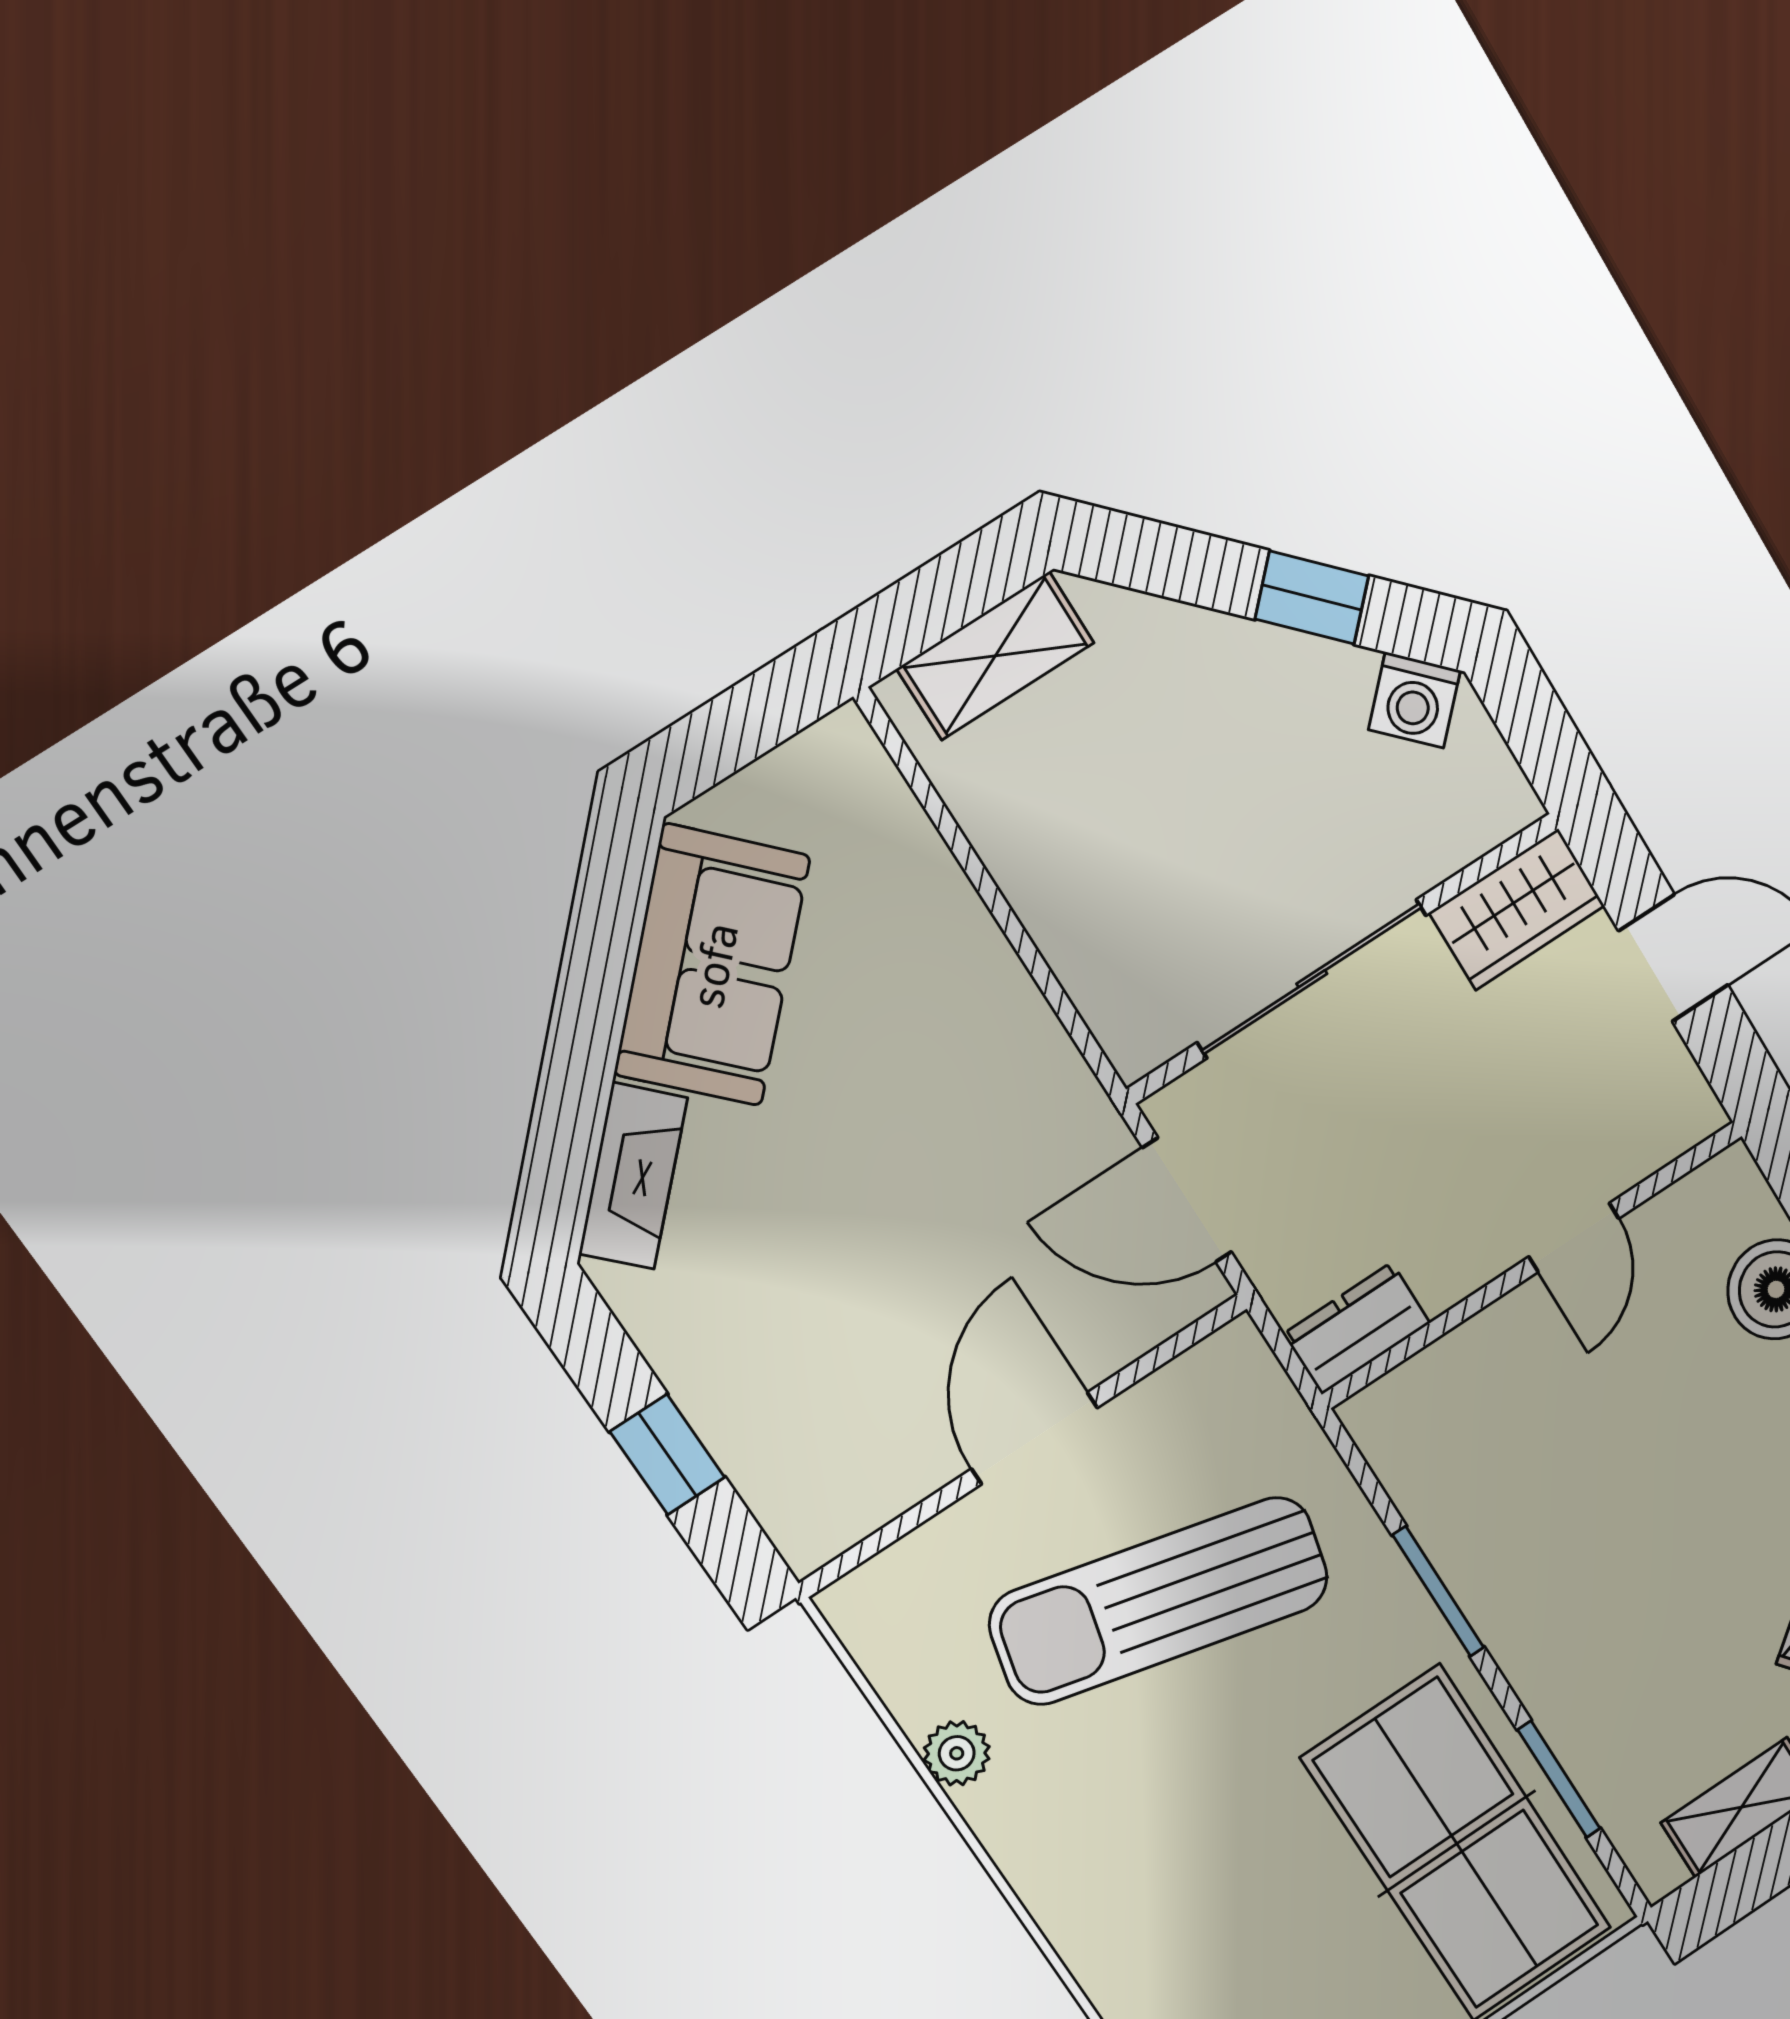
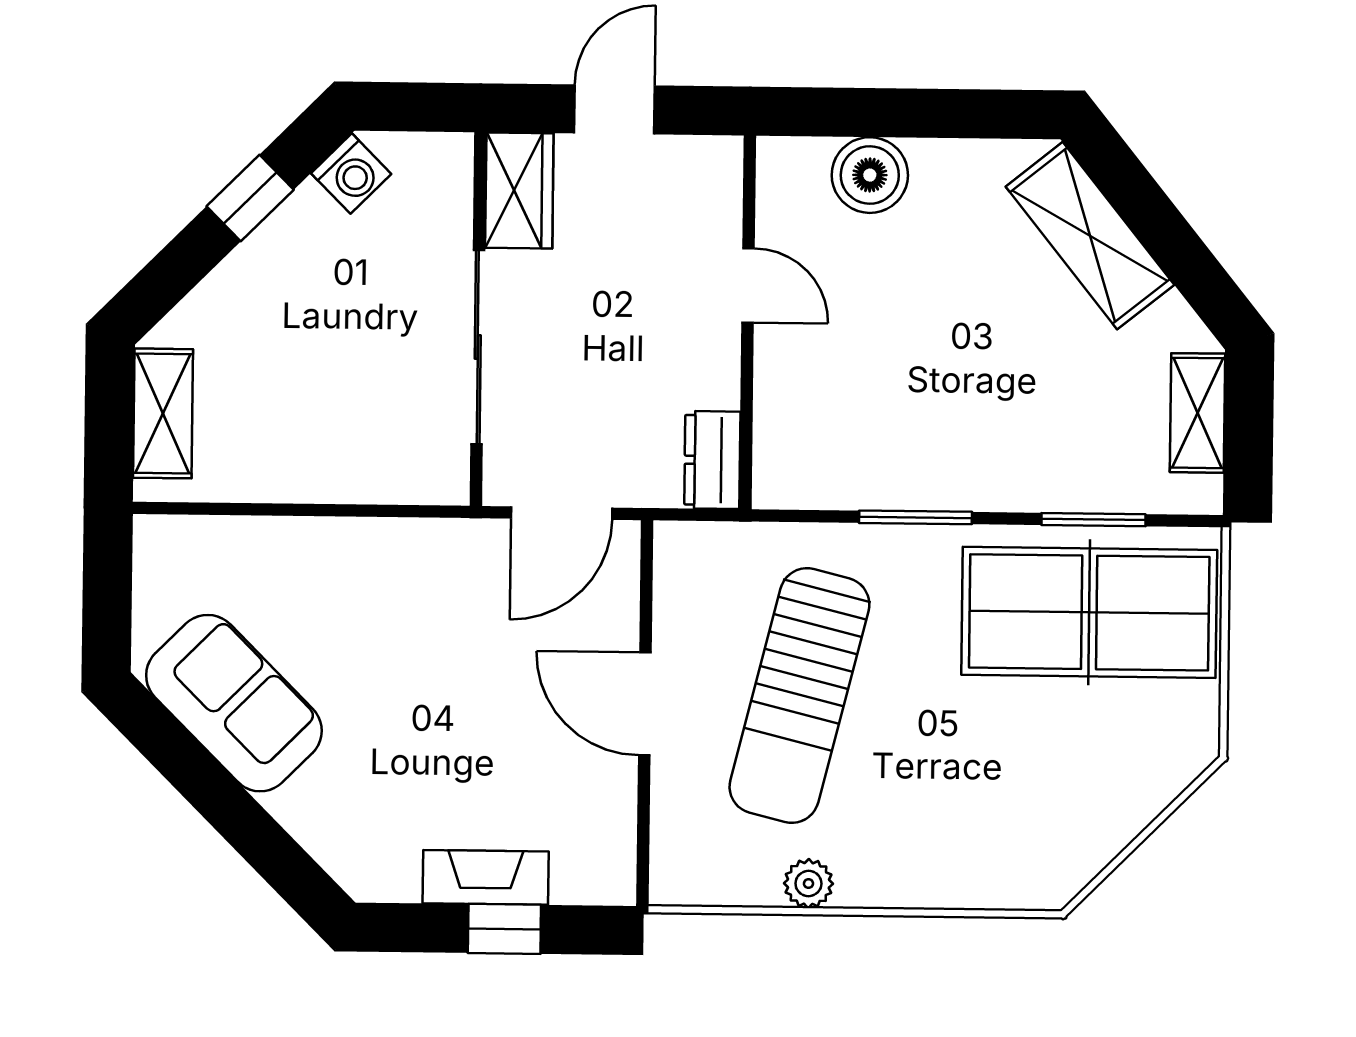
fireplace: (633, 1176) -> (486, 877), moved, turned -45

